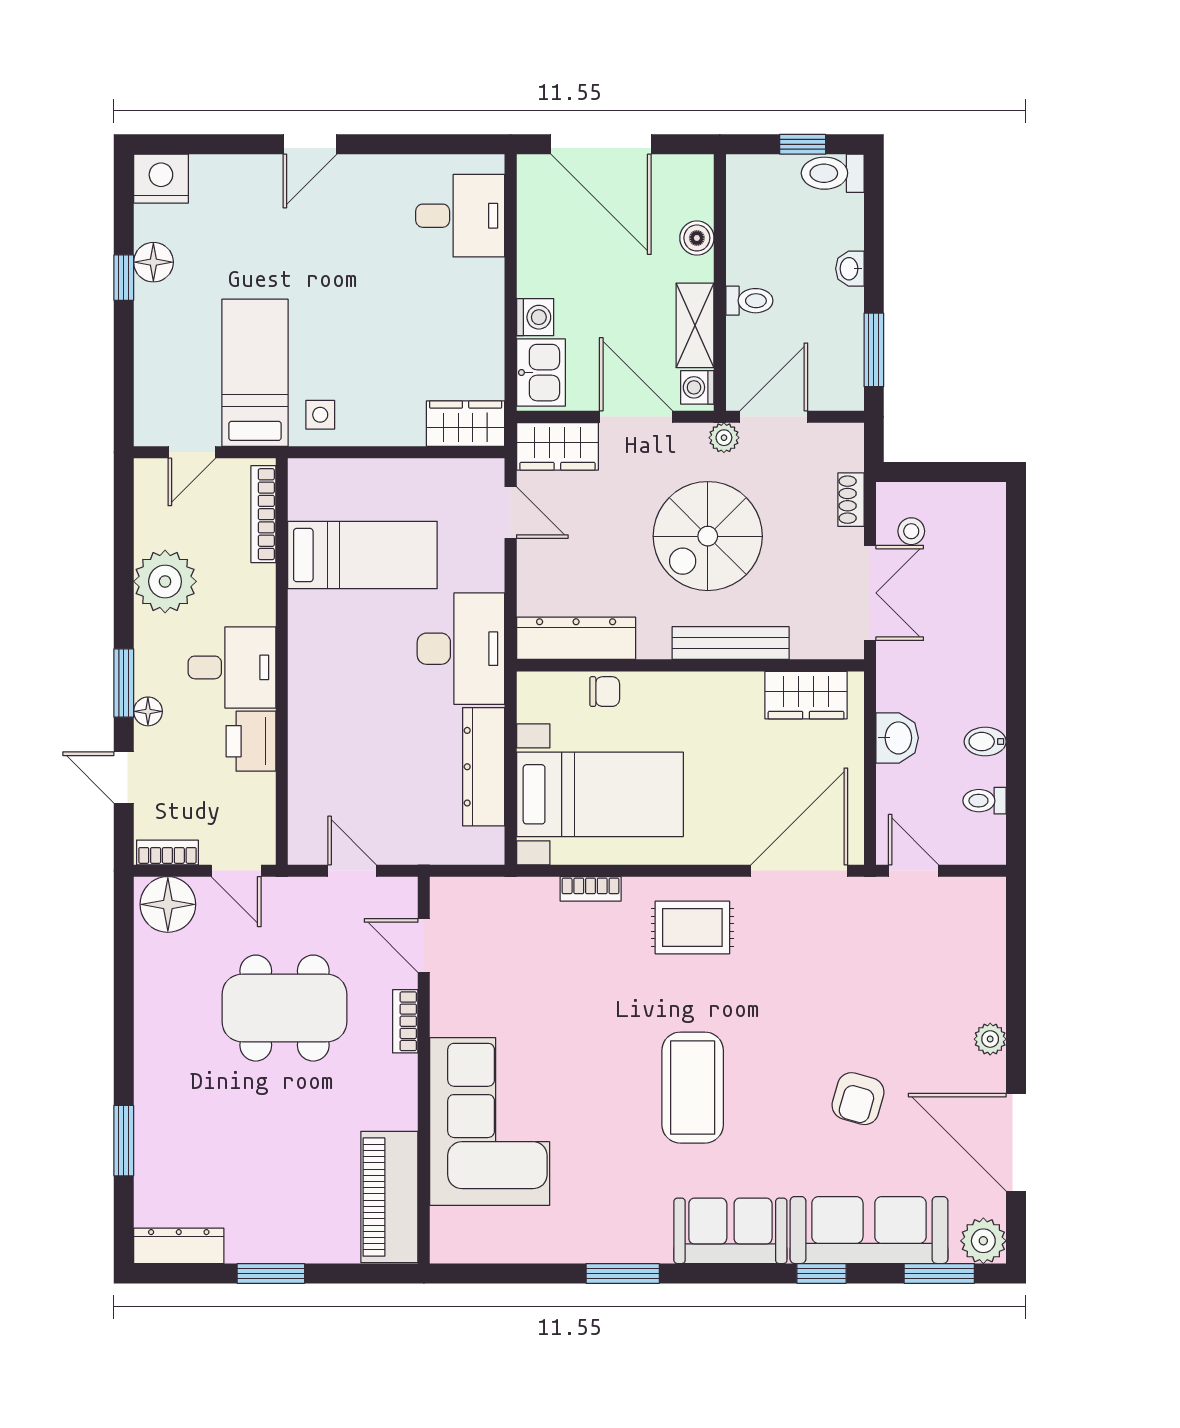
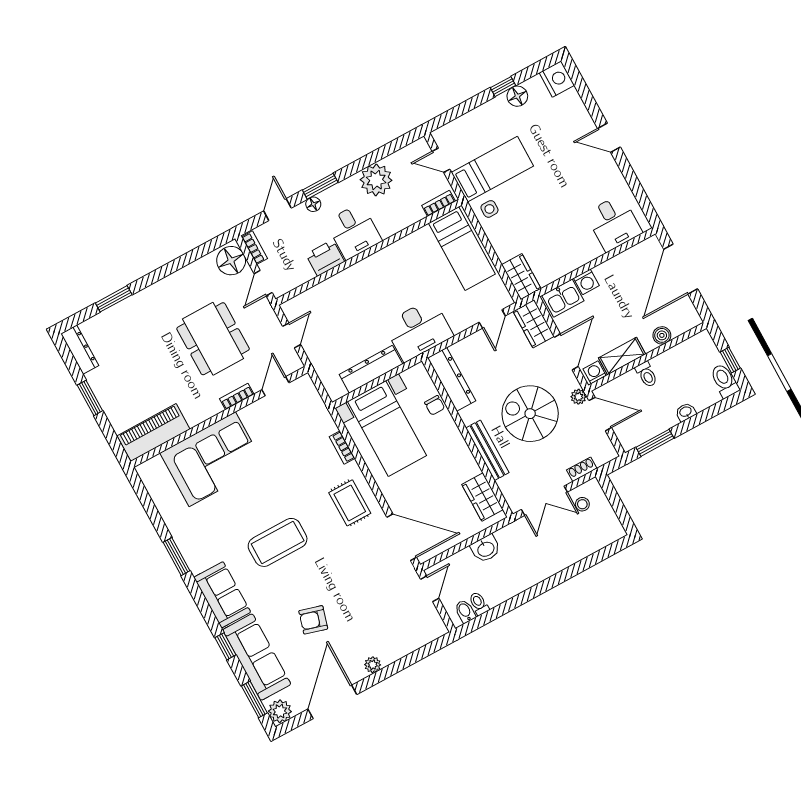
bookcase: (263, 514) -> (439, 203), width x0.64
bed: (362, 555) -> (462, 249), moved
bidet: (985, 742) -> (465, 611), moved

